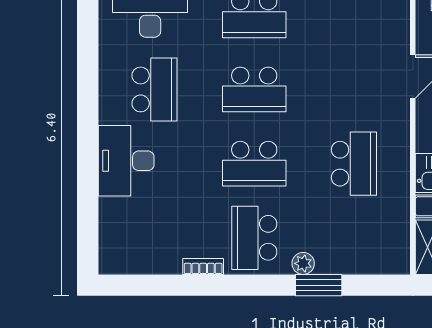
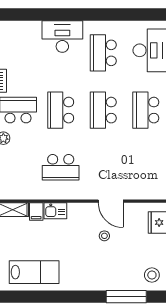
school desk: (155, 89) -> (103, 53), turned 90

